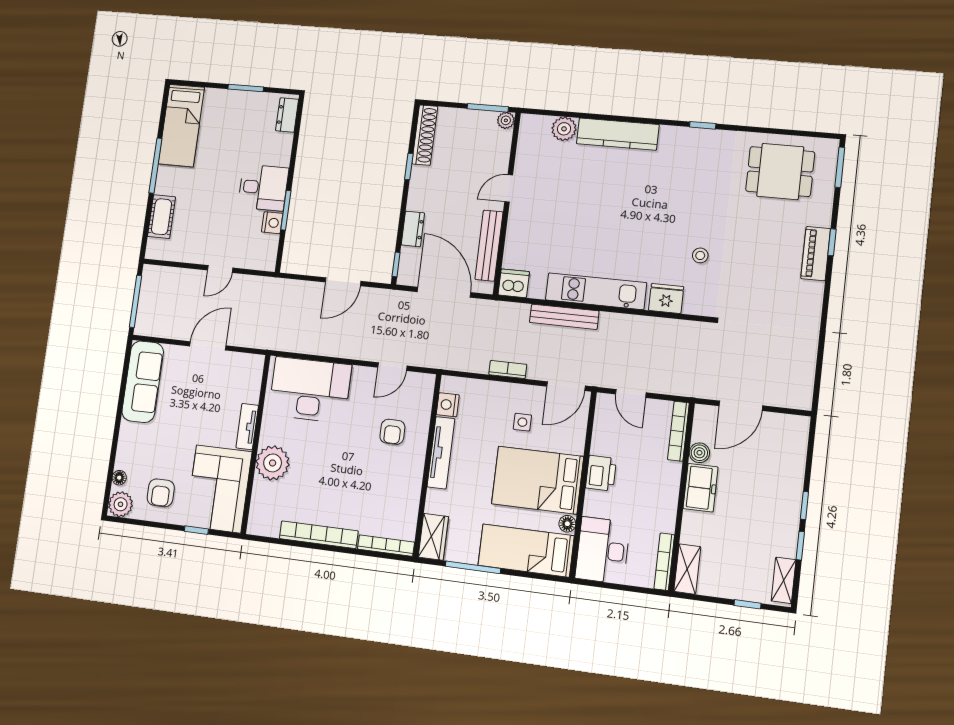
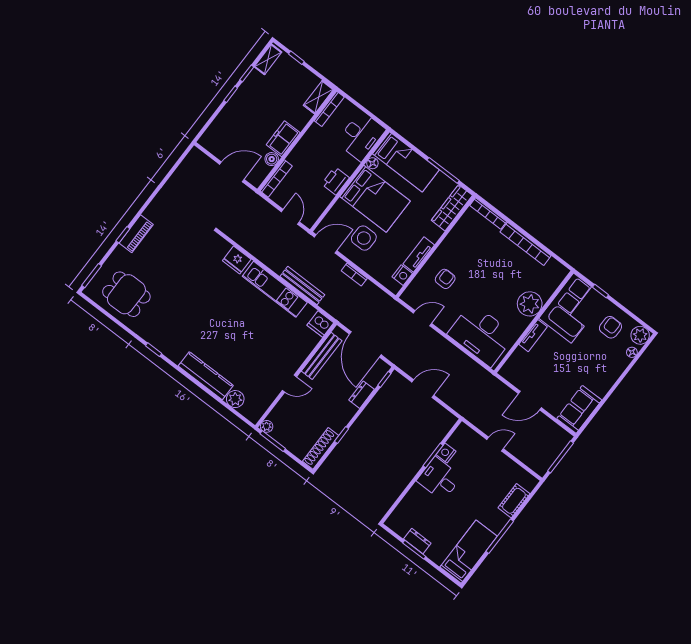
dresser: (287, 115) -> (417, 541), moved, turned -90
stool: (700, 255) -> (202, 273), removed
sofa: (143, 382) -> (579, 409), width x0.73
side table: (522, 422) -> (364, 238), width x1.87, depth x1.87
tv unit: (441, 453) -> (419, 255), width x0.71
wardrobe: (433, 537) -> (452, 208), width x1.50

